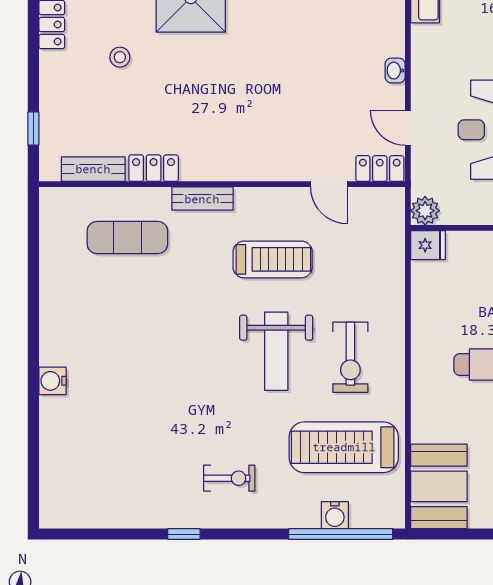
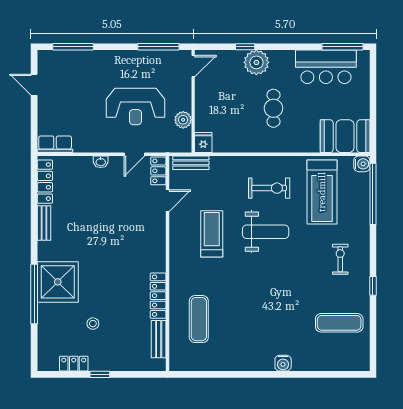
window: (33, 128) -> (100, 374), moved
locker: (154, 168) -> (158, 296), width x1.53
bench: (202, 199) -> (191, 163), moved, turned 90
plant: (425, 211) -> (183, 120), moved
exercise mat: (121, 476) -> (339, 323), added
water cooler: (335, 515) -> (362, 164), moved

